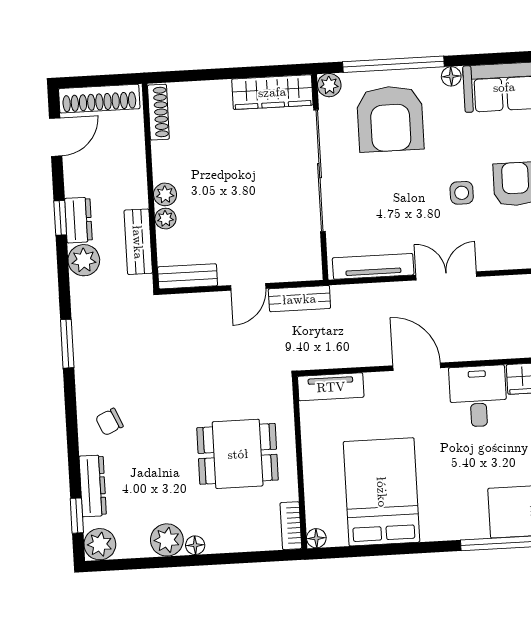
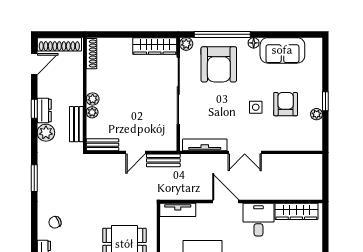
double door: (446, 276) -> (245, 152), swing flipped

